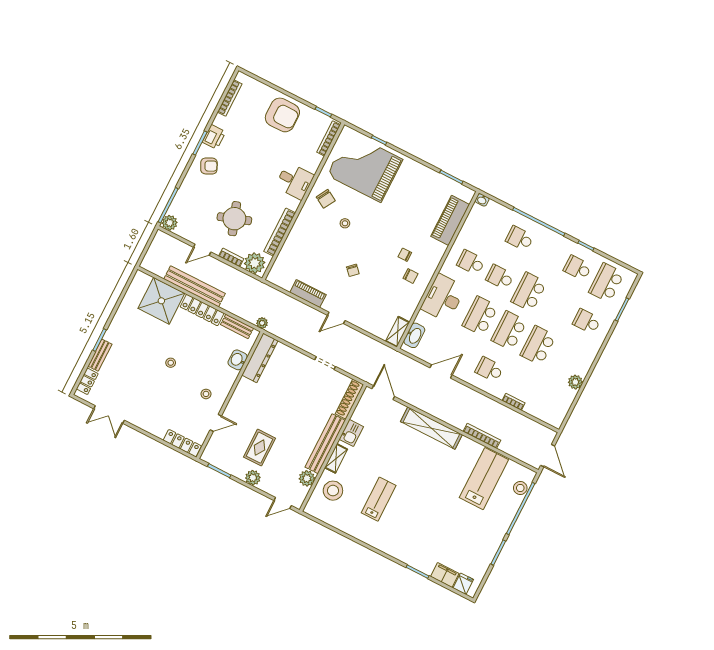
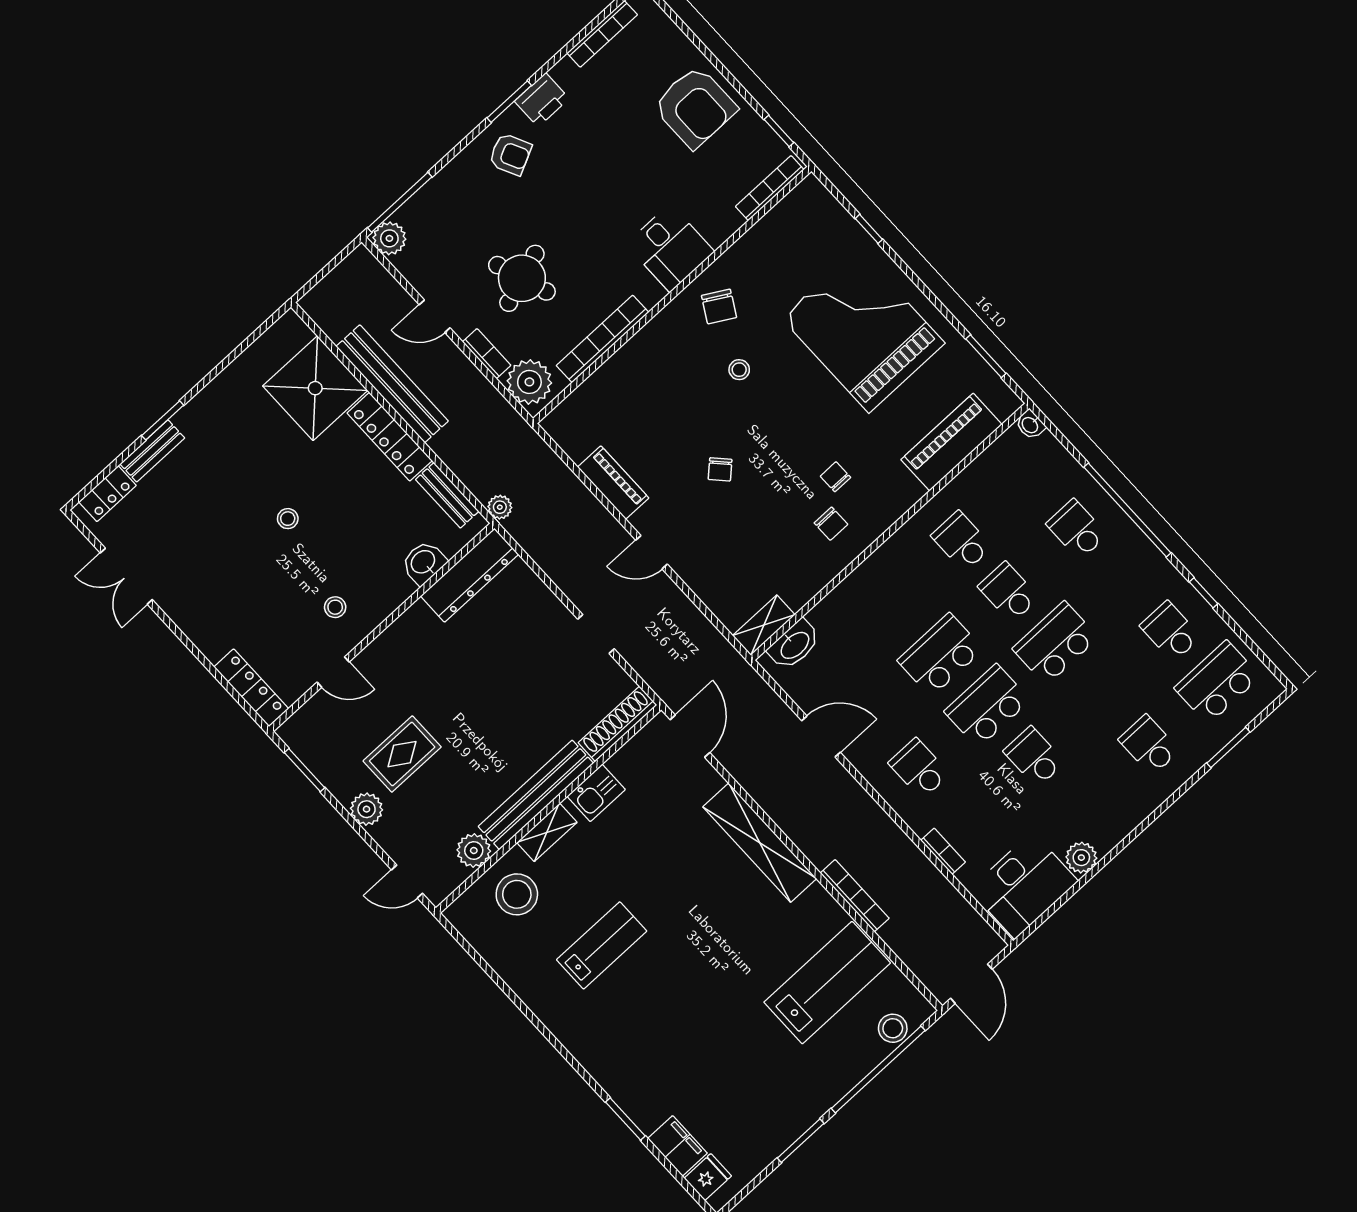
grand piano: (365, 167) -> (863, 331), moved
desk: (443, 298) -> (1024, 885), moved, turned 180
school desk: (538, 345) -> (1034, 757), width x0.54

